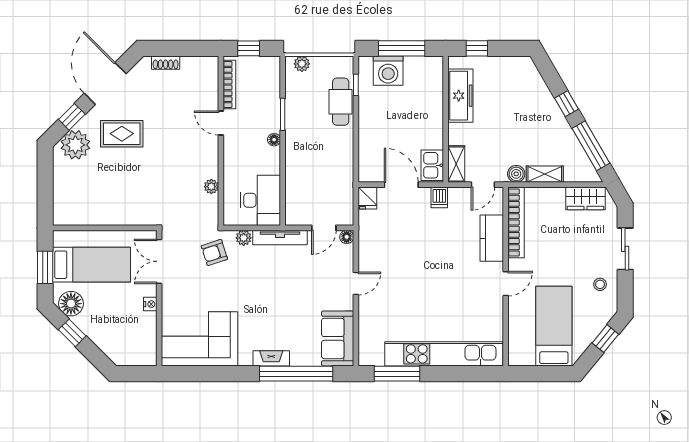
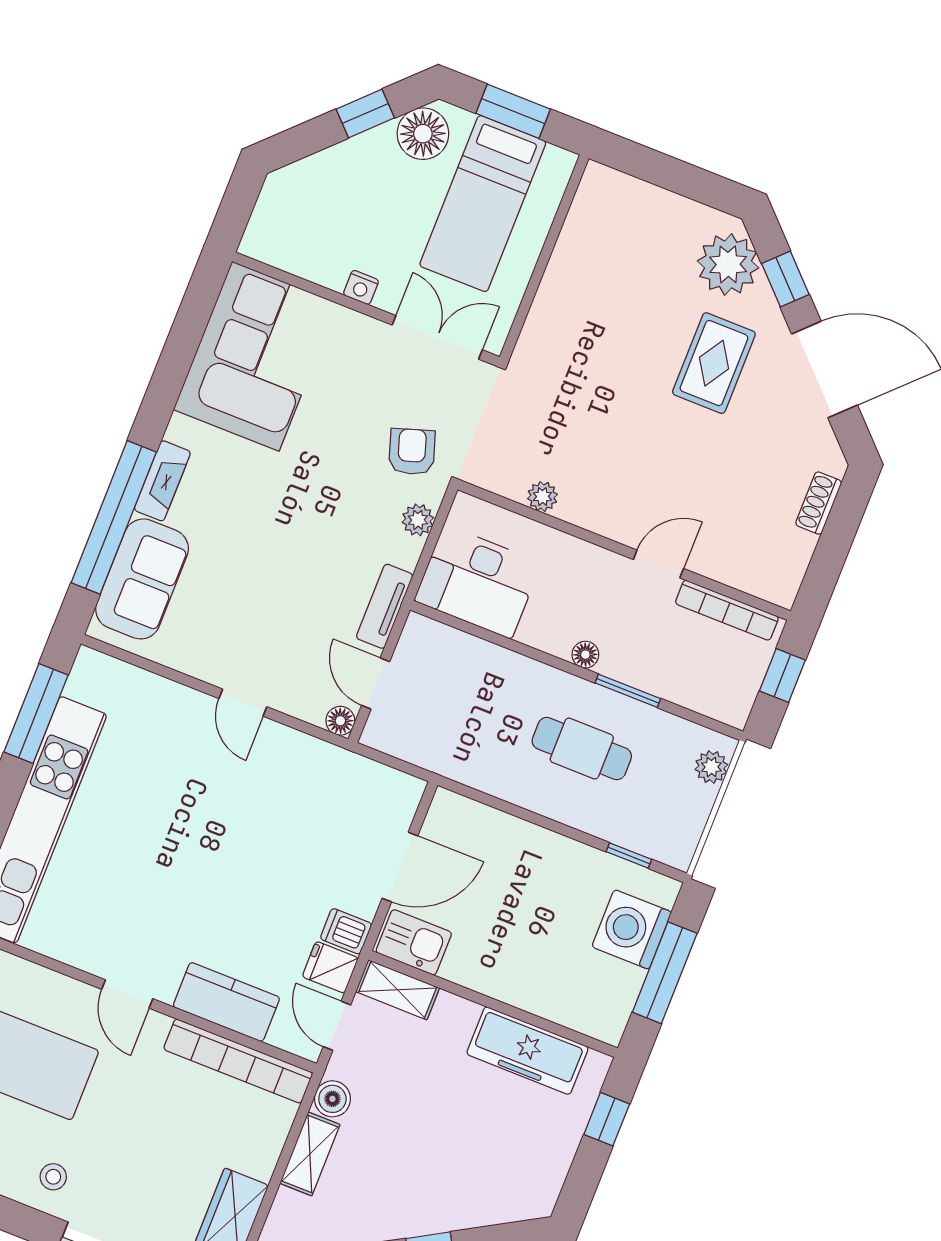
cafe table: (341, 102) -> (582, 749), moved
fridge: (367, 198) -> (330, 967), moved
tv unit: (280, 237) -> (385, 606), width x0.71
sofa: (338, 338) -> (142, 579), moved, turned 90

